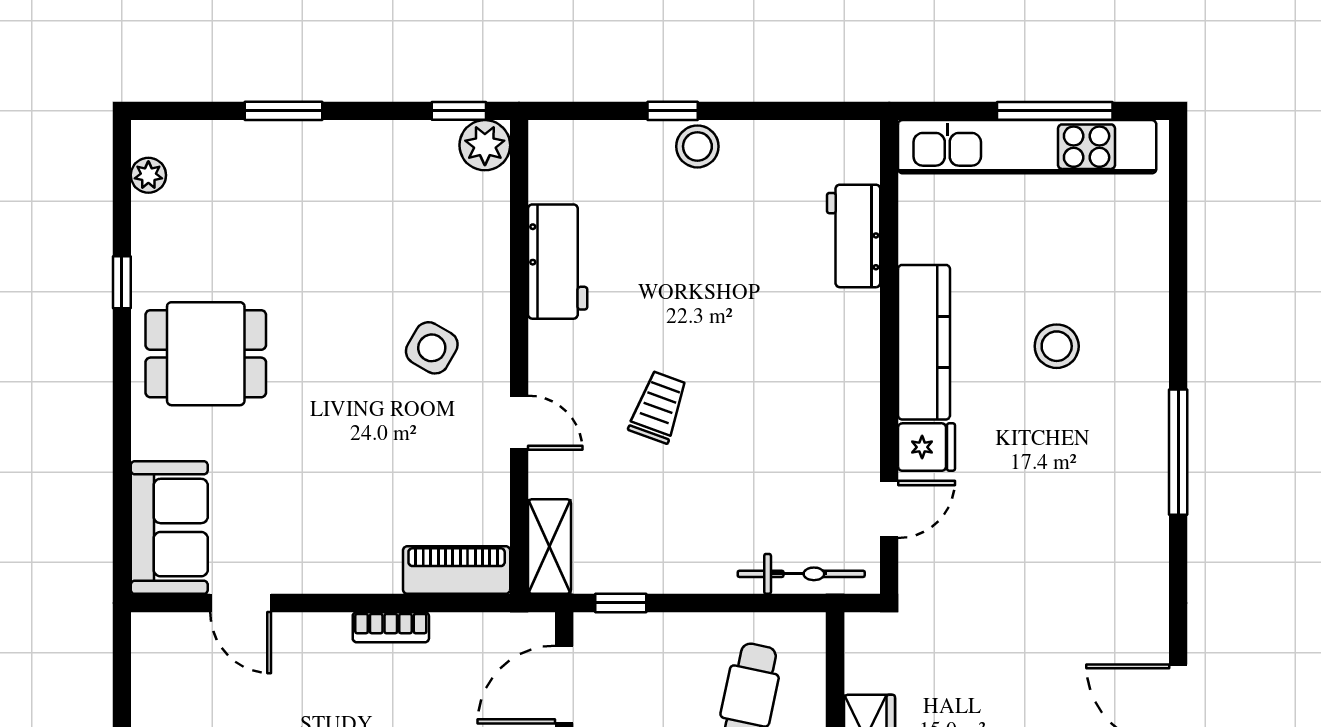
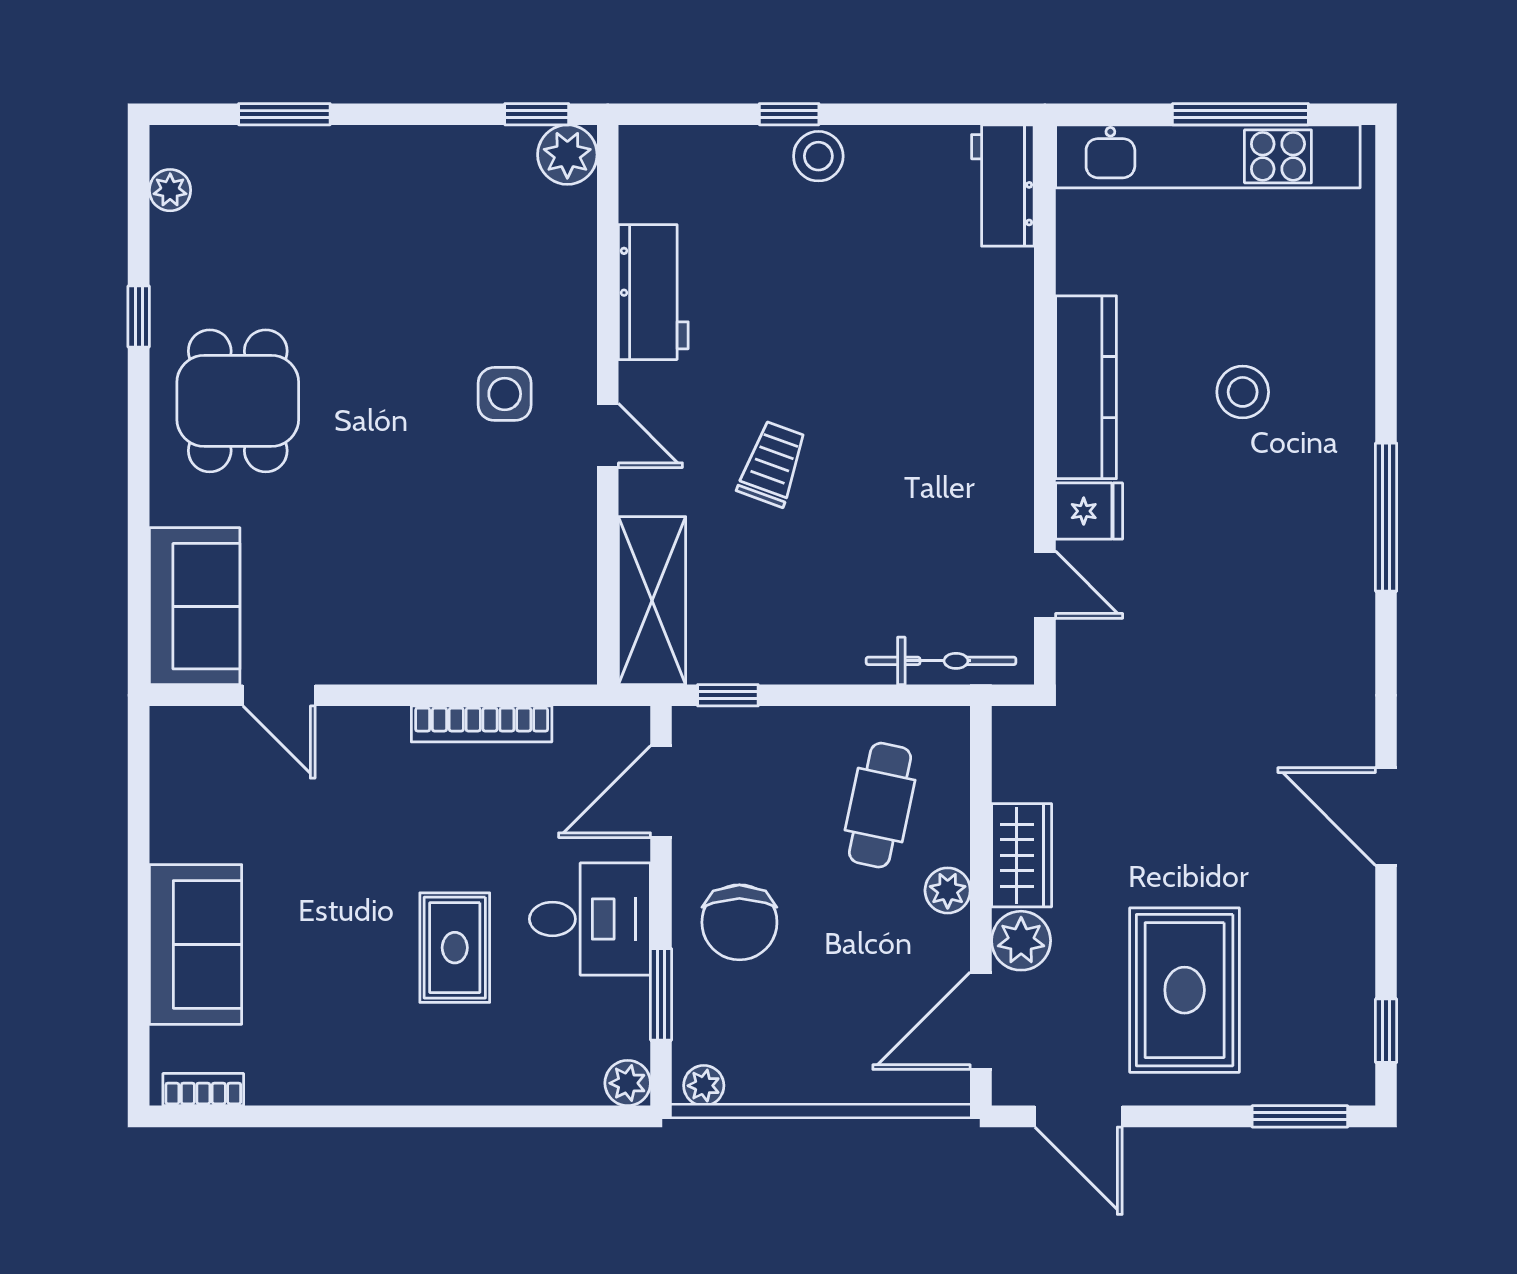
window: (283, 111) -> (284, 114), moved
workbench: (854, 236) -> (1003, 186), moved
side table: (432, 348) -> (505, 394), turned -30
dining table: (206, 354) -> (238, 401), turned 90
door: (519, 423) -> (608, 436), moved
door: (889, 509) -> (1045, 585), hinge flipped
shelving: (549, 547) -> (652, 601), width x1.50, depth x1.33
piano: (457, 570) -> (534, 656), removed
bookcase: (391, 627) -> (482, 724), width x1.56

